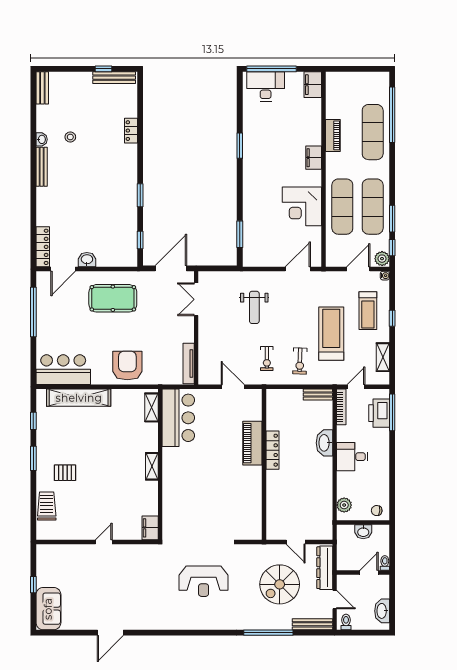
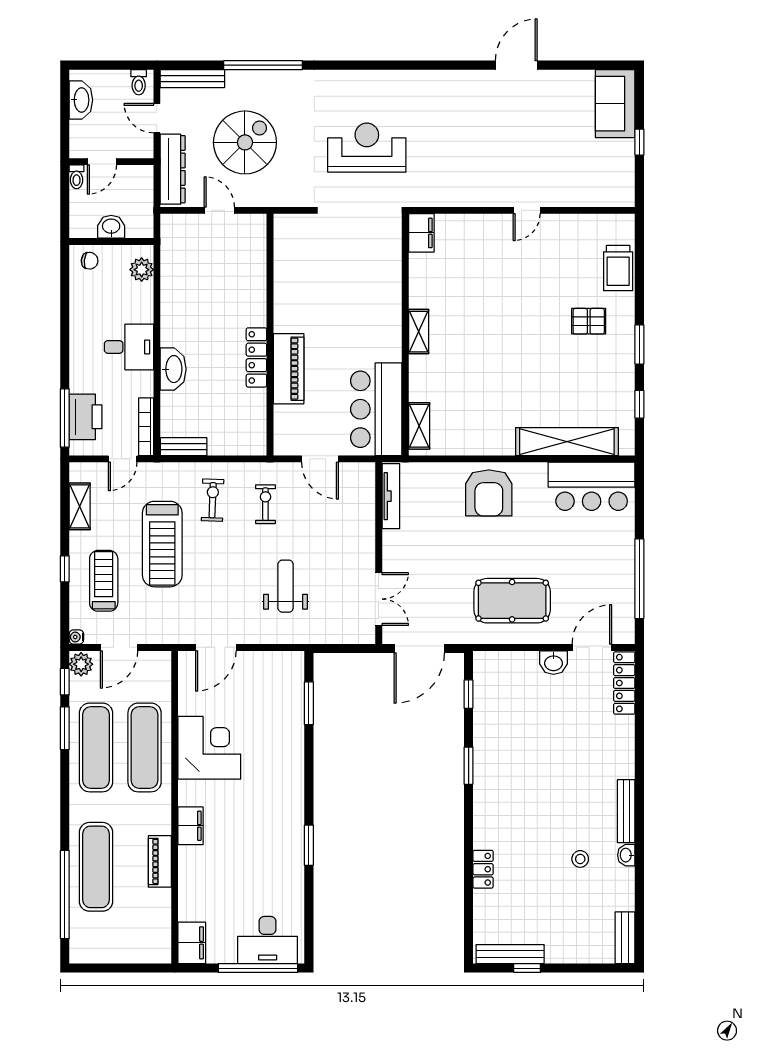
shelving: (151, 407) -> (419, 426), moved
bar counter: (178, 418) -> (376, 409), moved
wall: (160, 464) -> (405, 335), moved
shelving: (152, 466) -> (419, 332), moved
filing cabinet: (150, 528) -> (421, 233), moved

